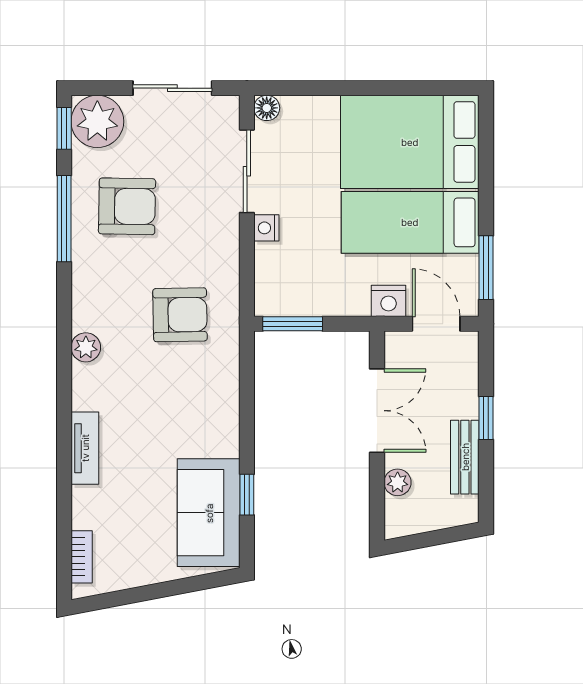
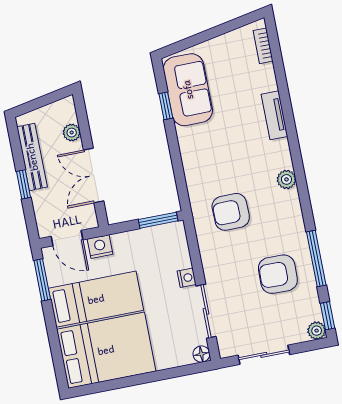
plant: (97, 121) -> (317, 331), width x0.53, depth x0.53
bench: (465, 457) -> (32, 157), width x1.36

